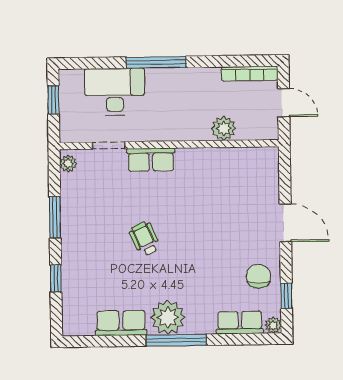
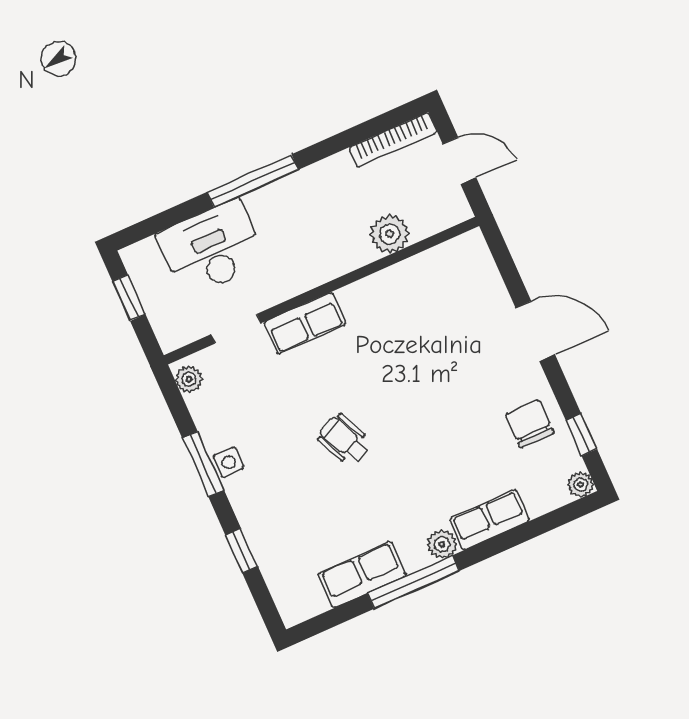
side table: (70, 223) -> (228, 462), added
plant: (168, 317) -> (442, 544), width x0.53, depth x0.53
row of seats: (240, 323) -> (490, 520), moved
window: (176, 340) -> (413, 582), moved

